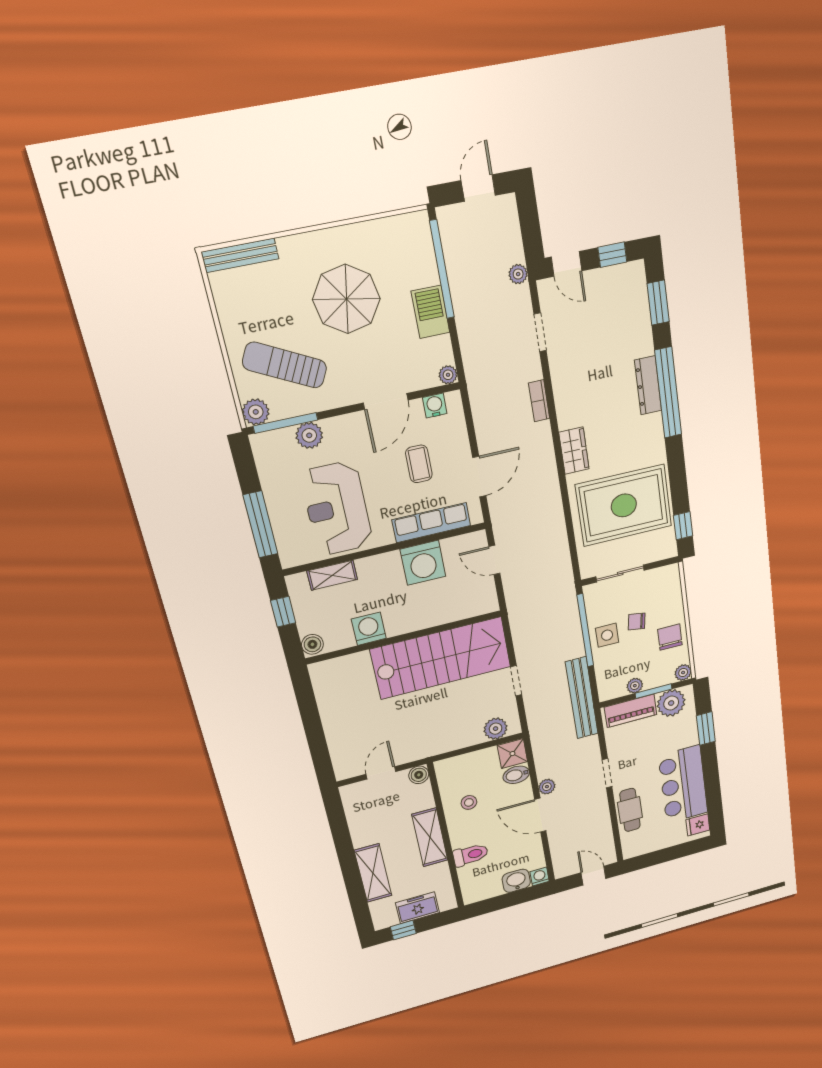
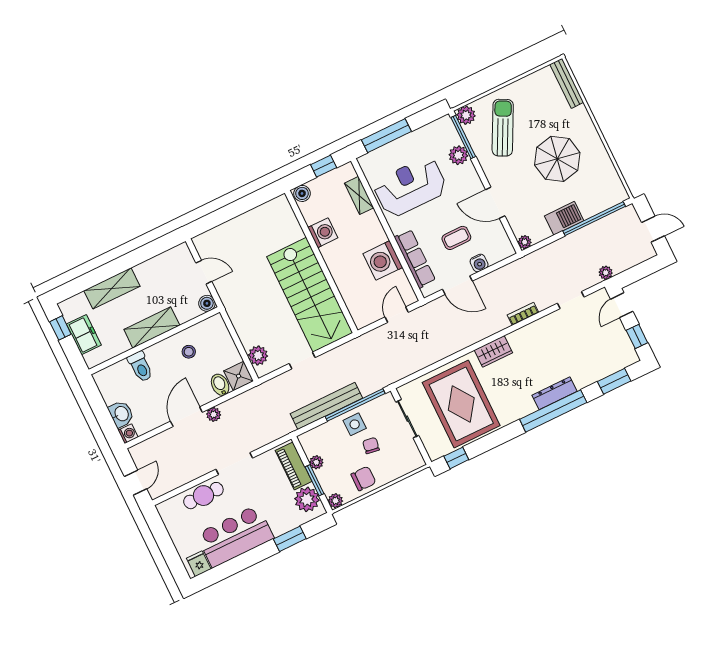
water cooler: (435, 406) -> (479, 263), moved, turned 90
bench: (582, 698) -> (326, 406), moved
doorway: (607, 773) -> (234, 464), width x1.38

